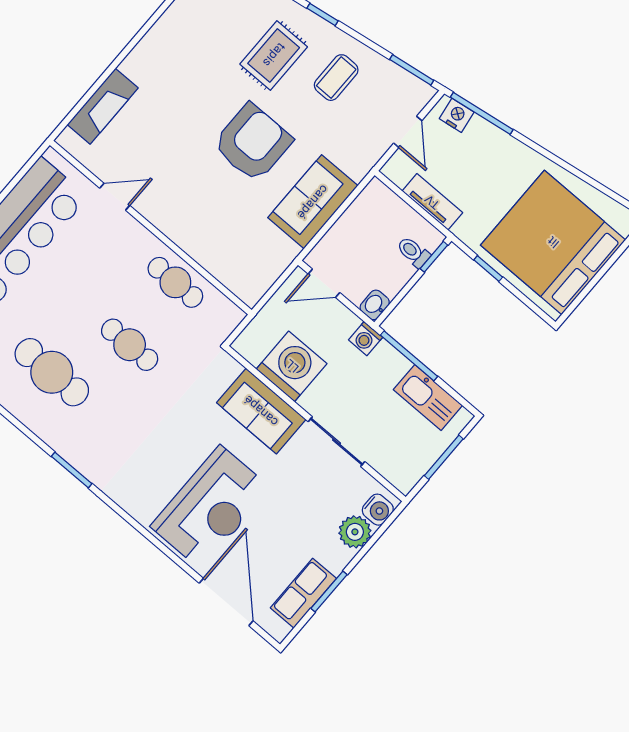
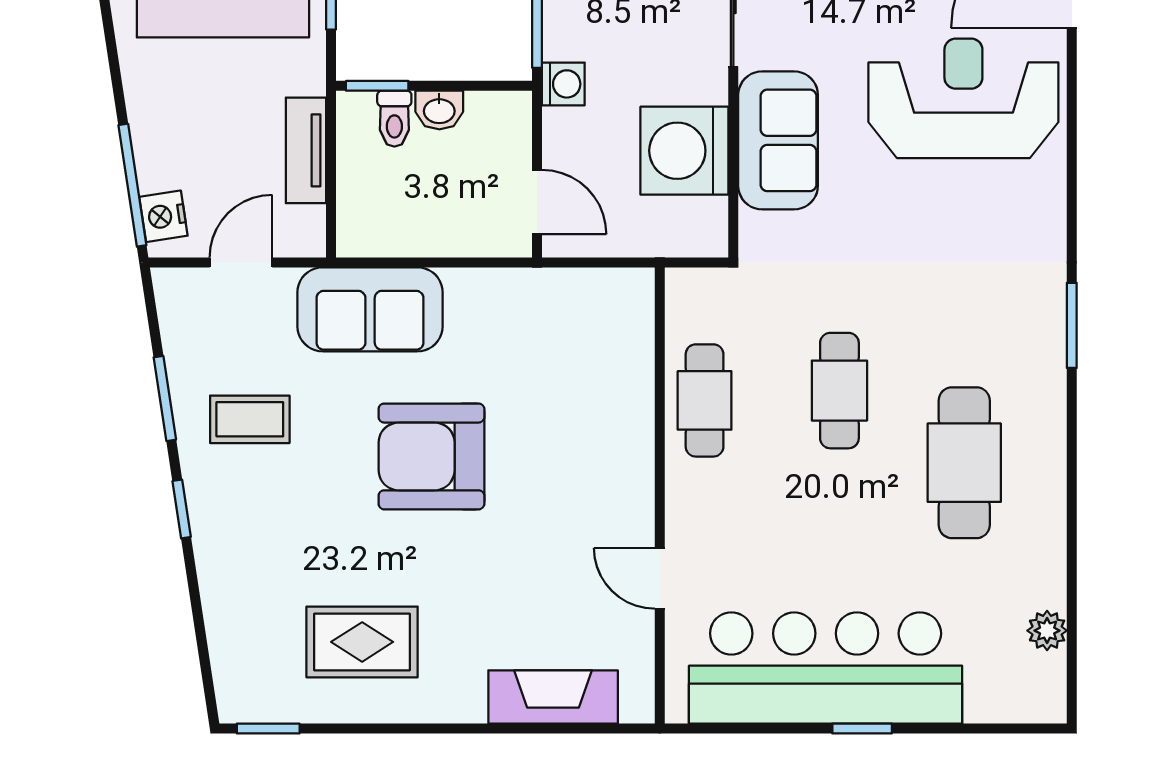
rug: (274, 55) -> (362, 642), moved
window: (412, 70) -> (165, 398), moved
sofa: (313, 202) -> (370, 309), moved
washbasin: (375, 305) -> (439, 110), moved

